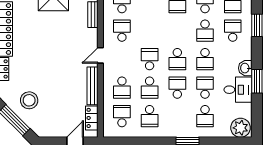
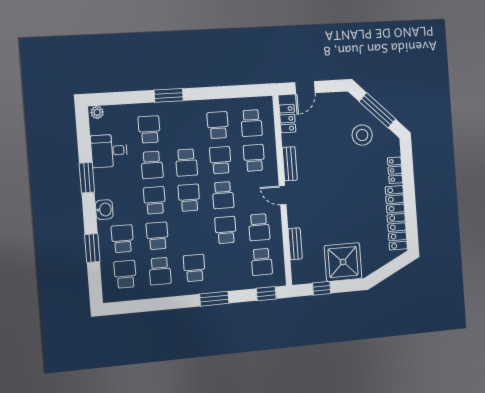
school desk: (150, 31) -> (226, 230), added
school desk: (233, 31) -> (122, 239), turned 180
door: (100, 55) -> (283, 195), swing flipped
washbasin: (245, 68) -> (104, 210), moved
bench: (92, 86) -> (290, 164), width x0.73
desk: (238, 90) -> (109, 151), moved
plant: (240, 128) -> (97, 112), width x0.53, depth x0.53

